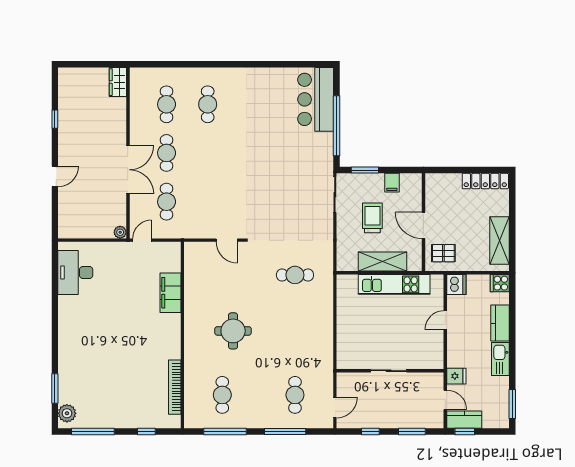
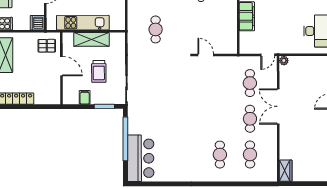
cafe table: (295, 275) -> (156, 29), turned 90

